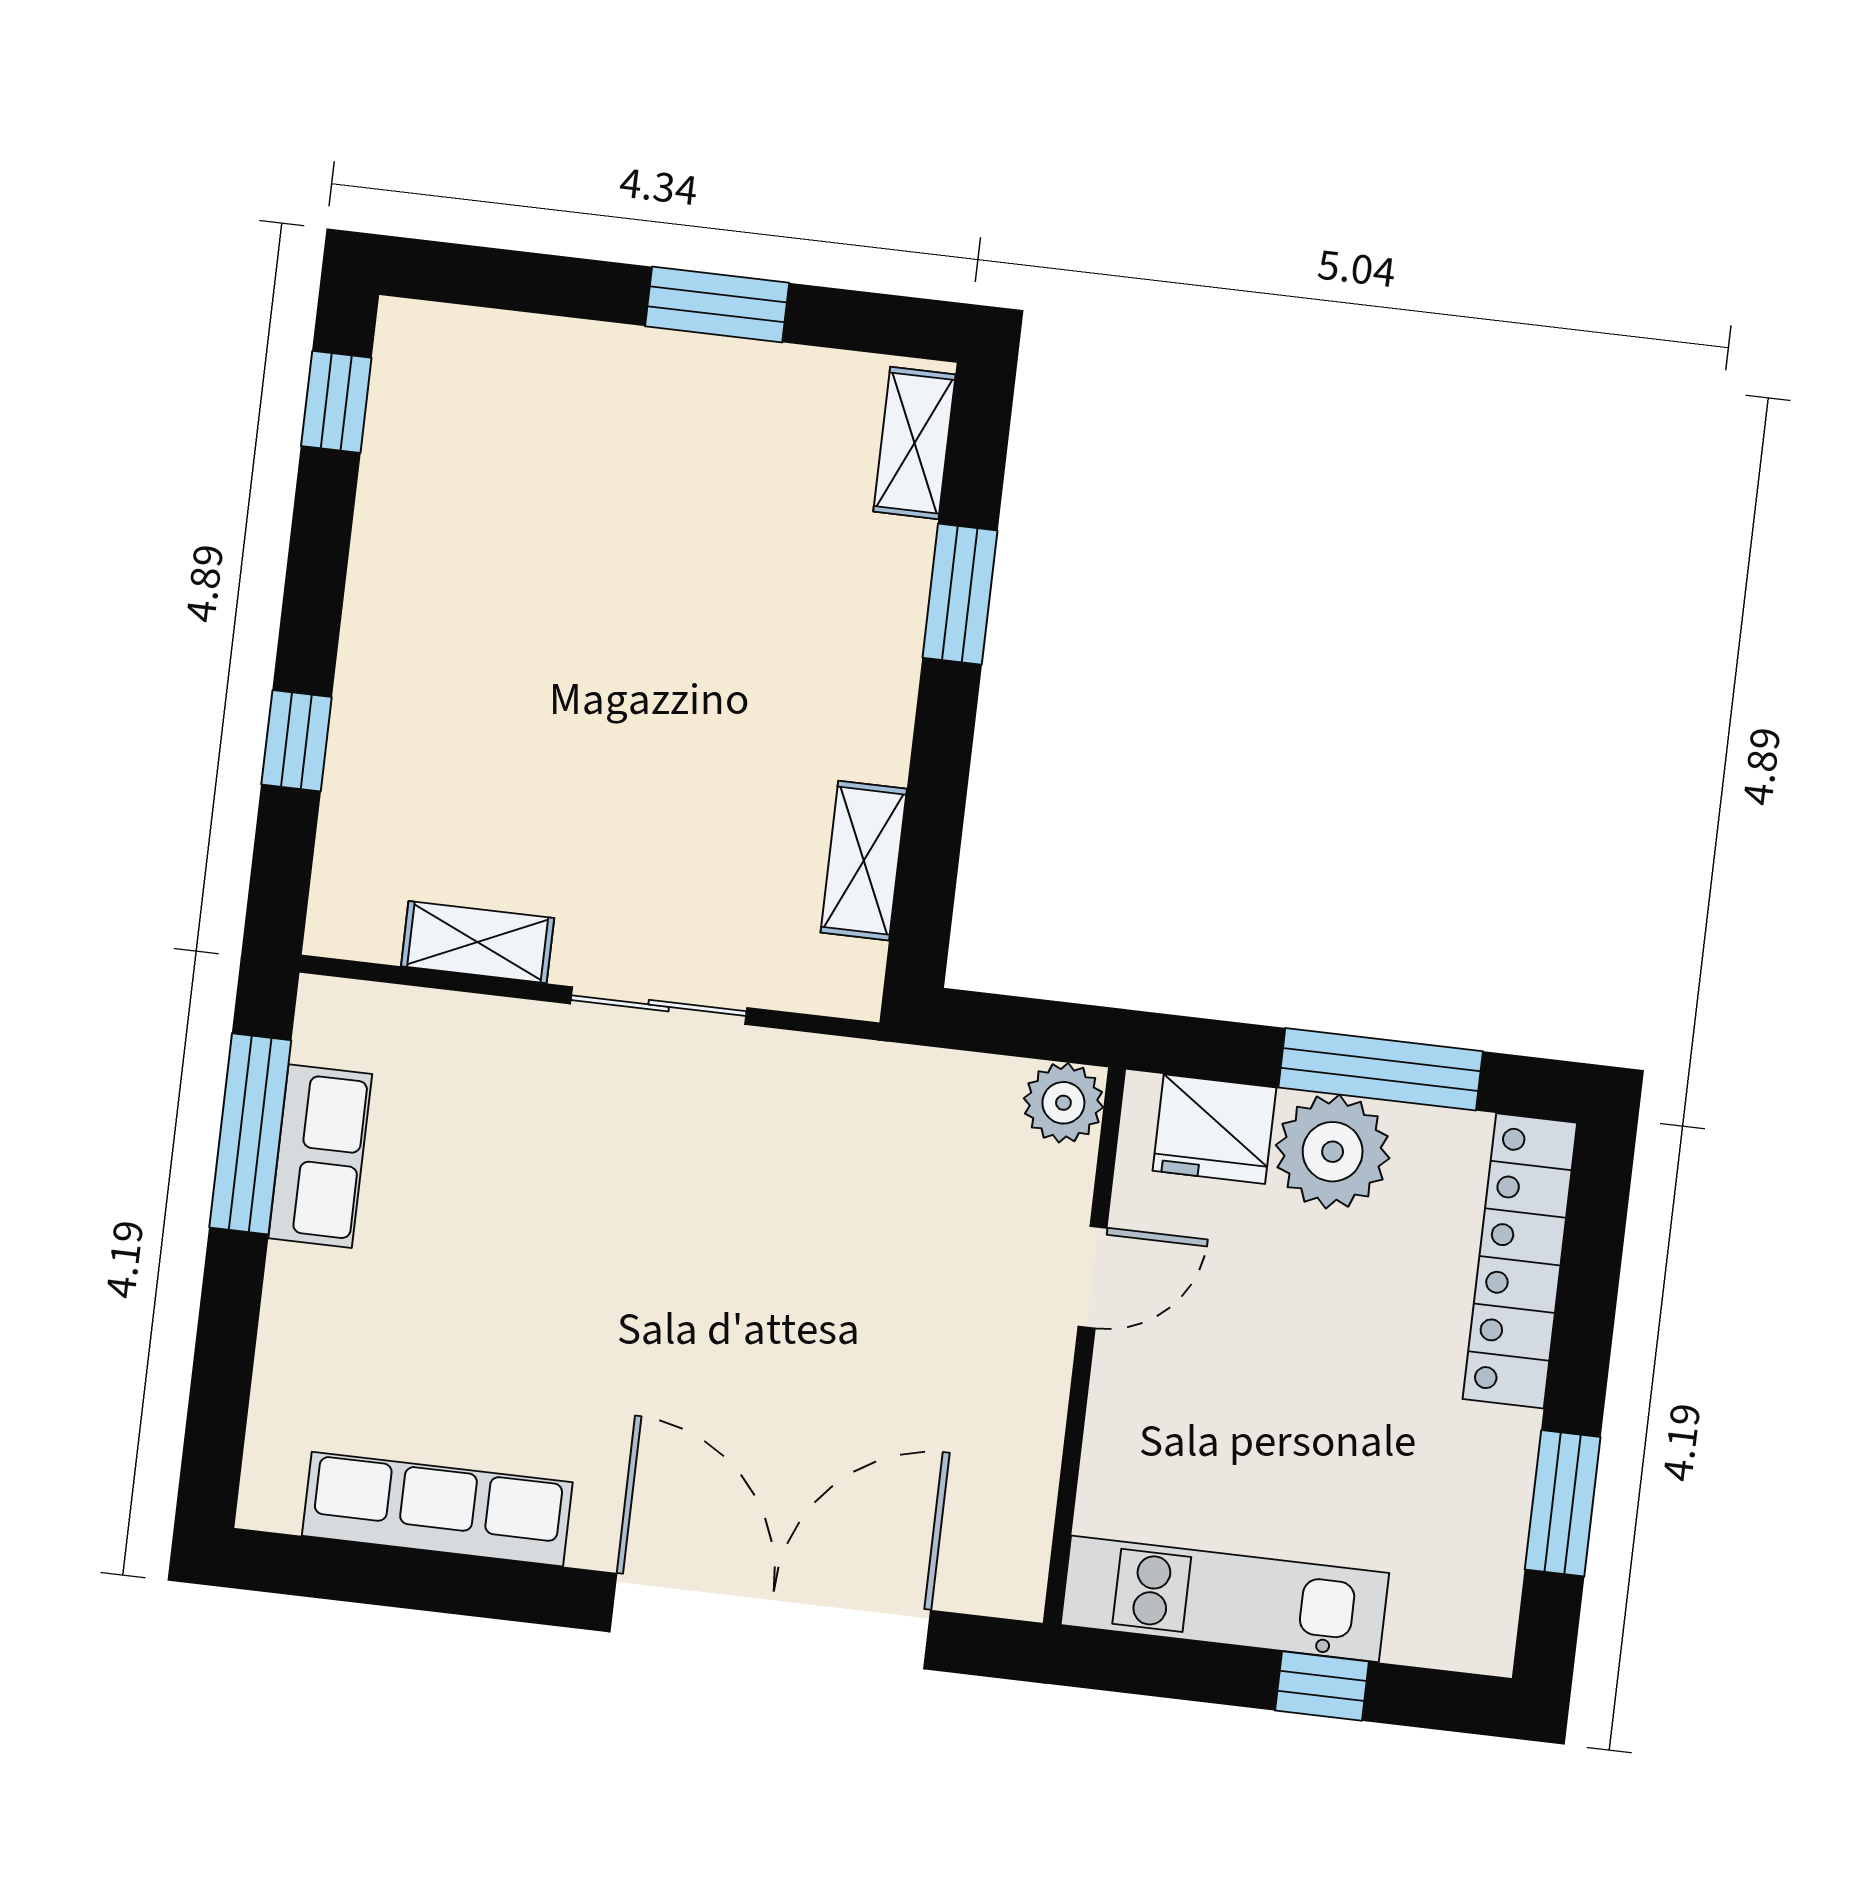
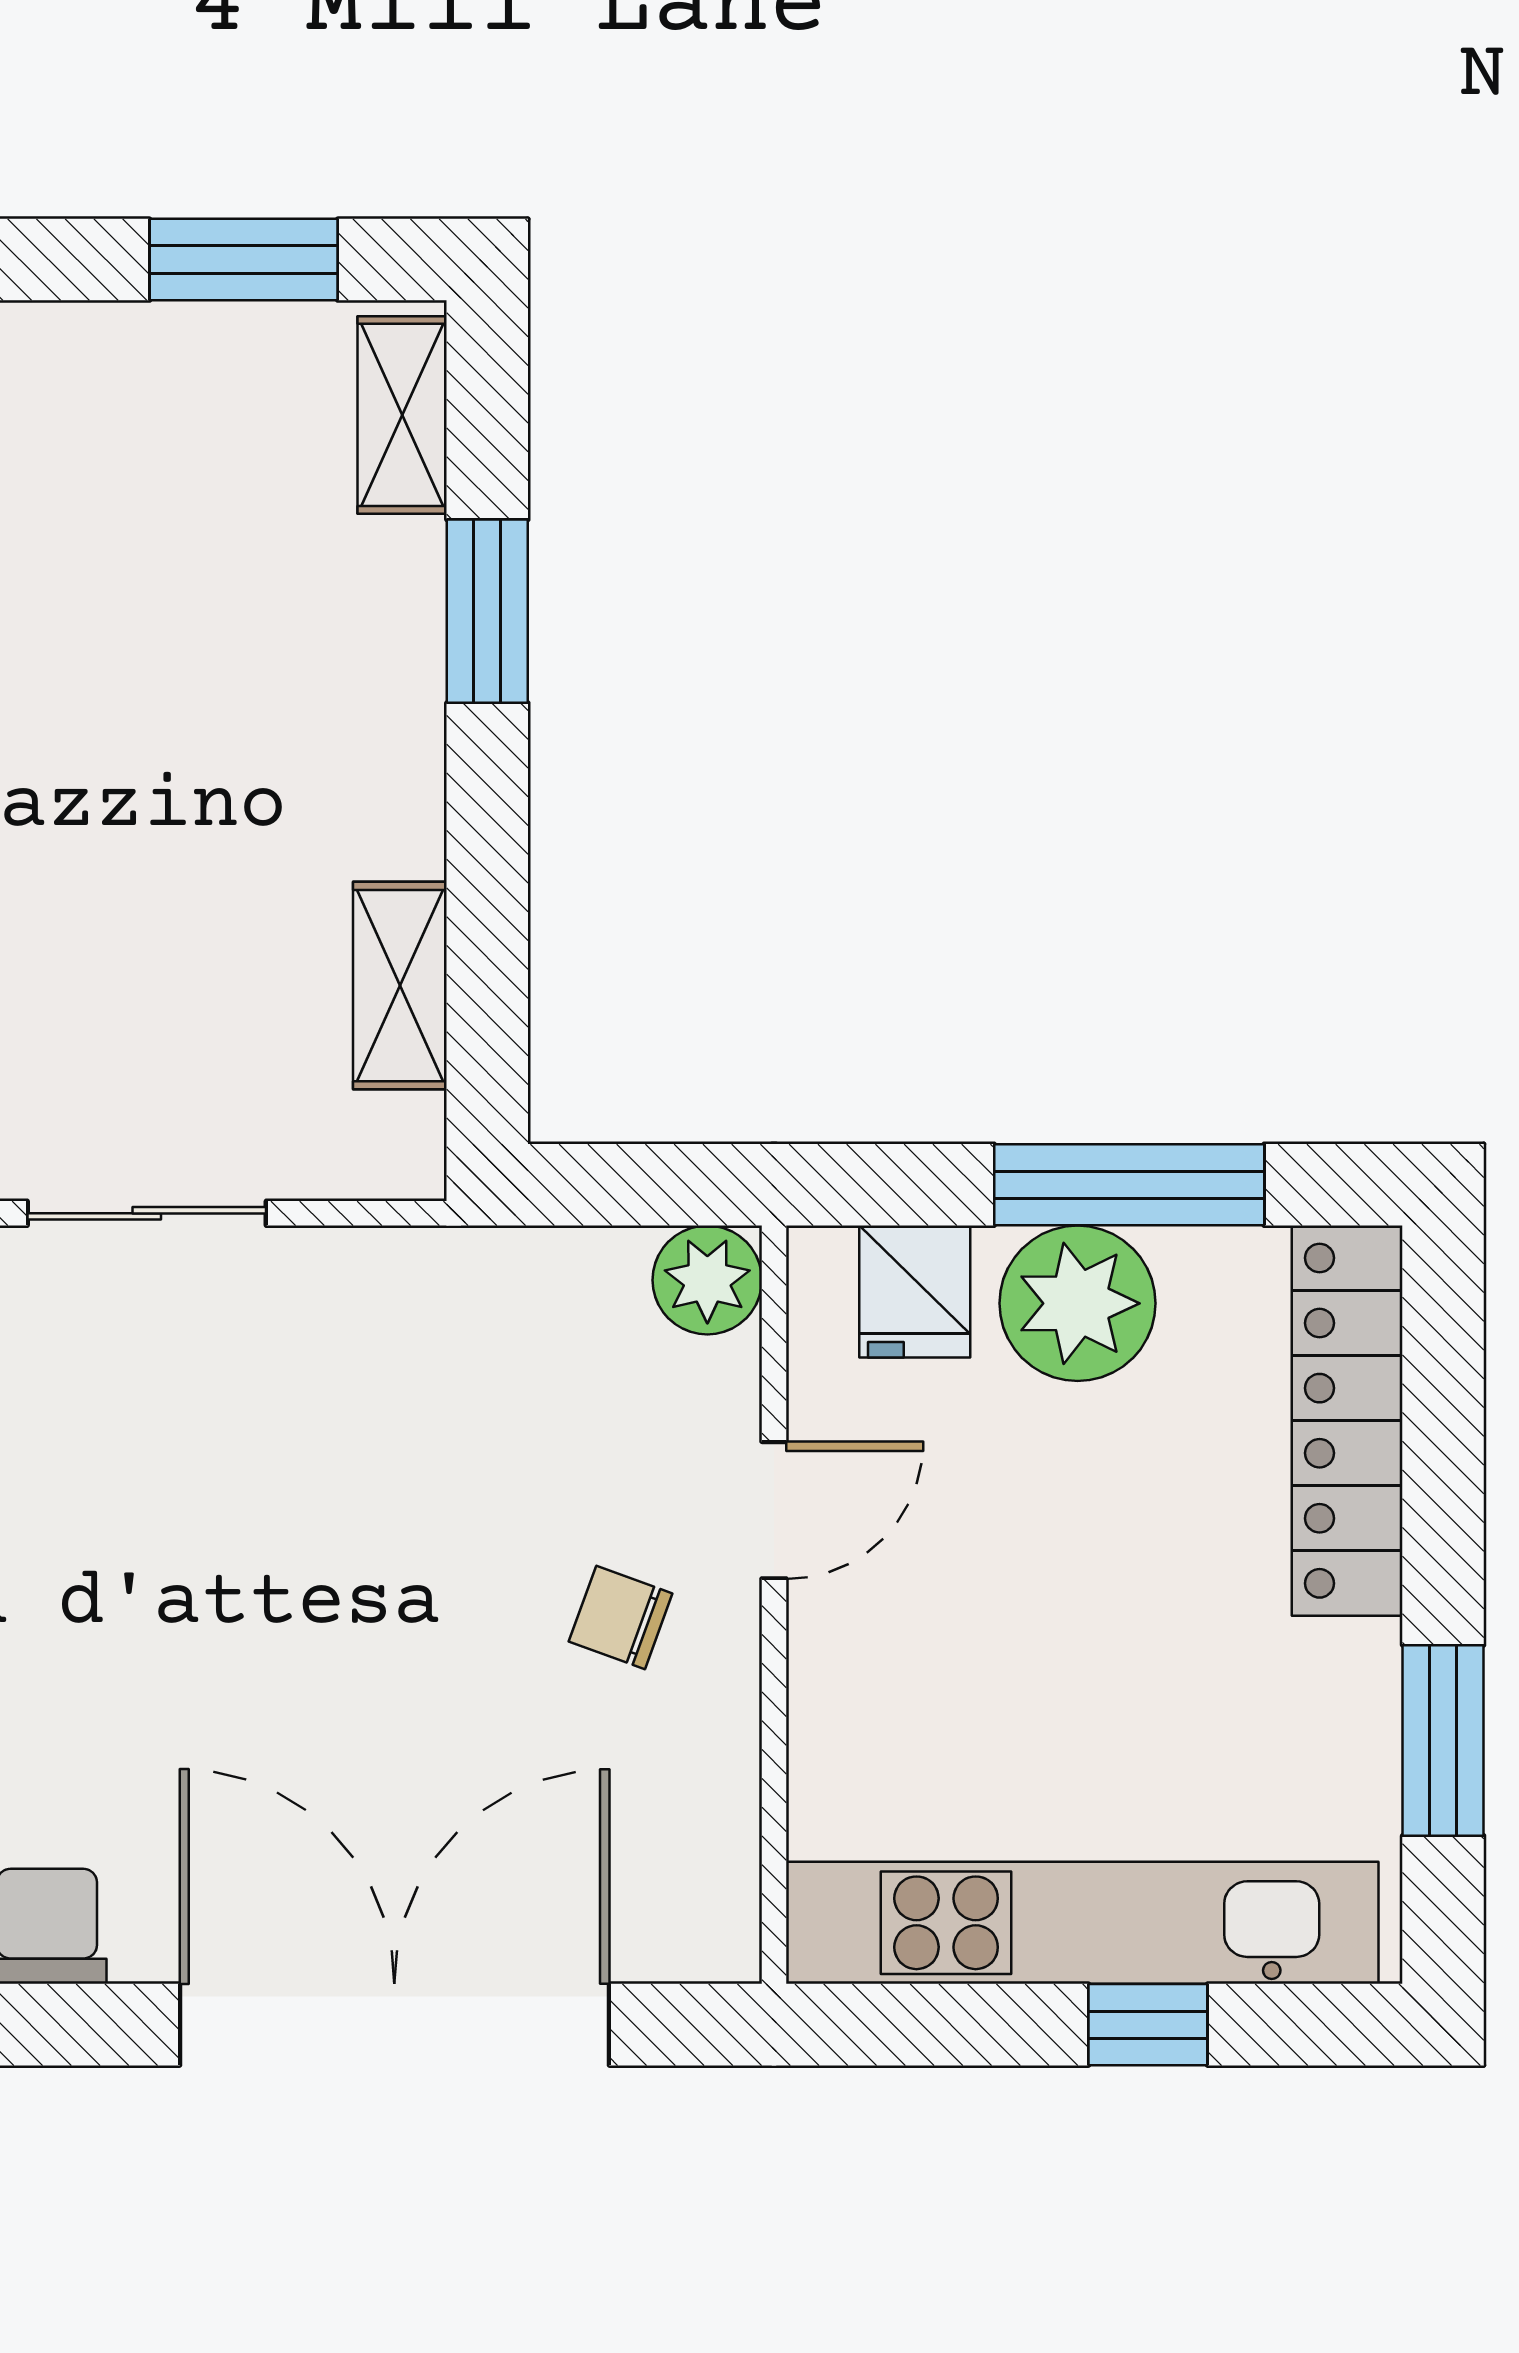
window: (717, 304) -> (244, 260), moved
fridge: (1214, 1129) -> (915, 1292), width x0.72
chair: (971, 1342) -> (621, 1617), added
kitchen unit: (1225, 1599) -> (1082, 1923), width x1.36

